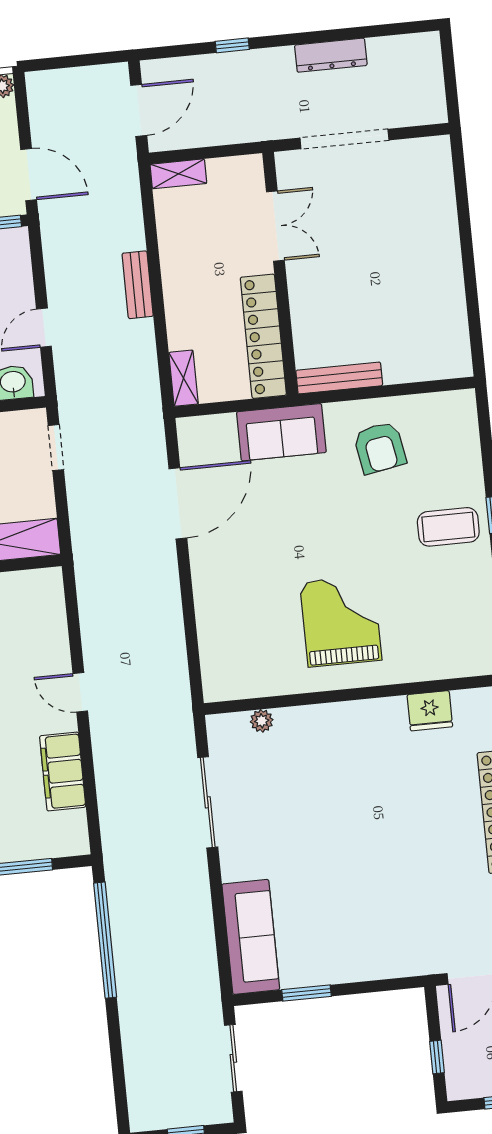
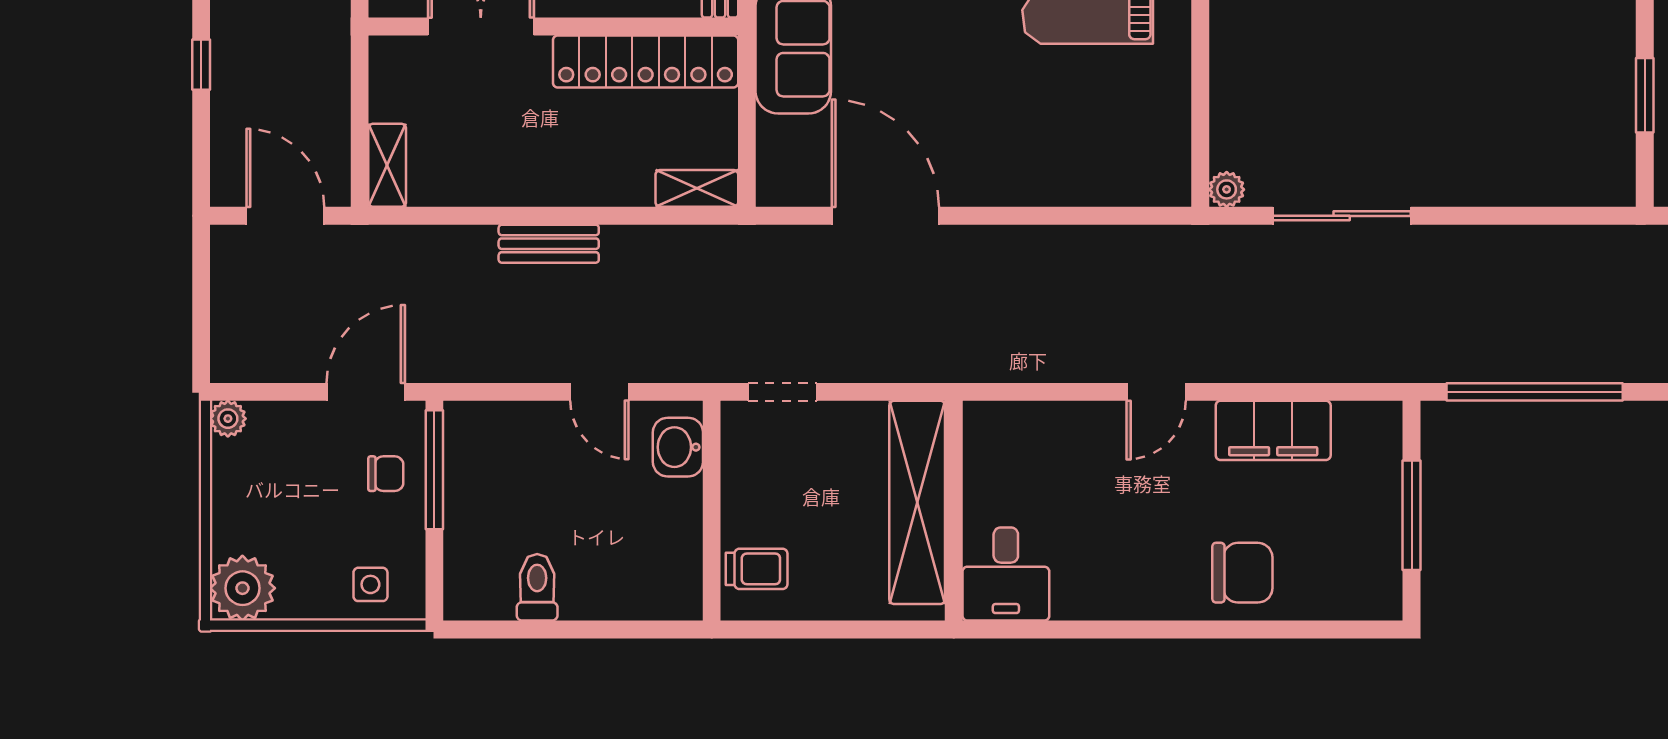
plant: (262, 721) -> (1227, 189), moved
sofa: (251, 937) -> (1552, 171), removed

